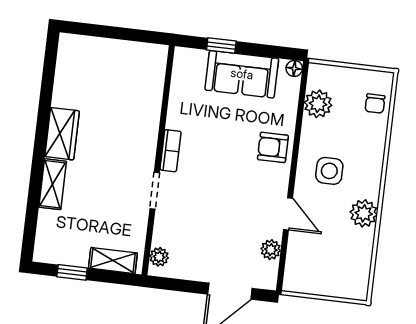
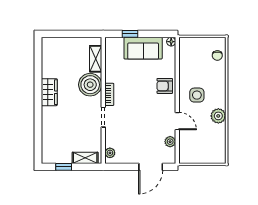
plant: (318, 104) -> (186, 59), removed
boiler: (138, 129) -> (90, 85), added
shelving: (53, 184) -> (96, 59), moved

